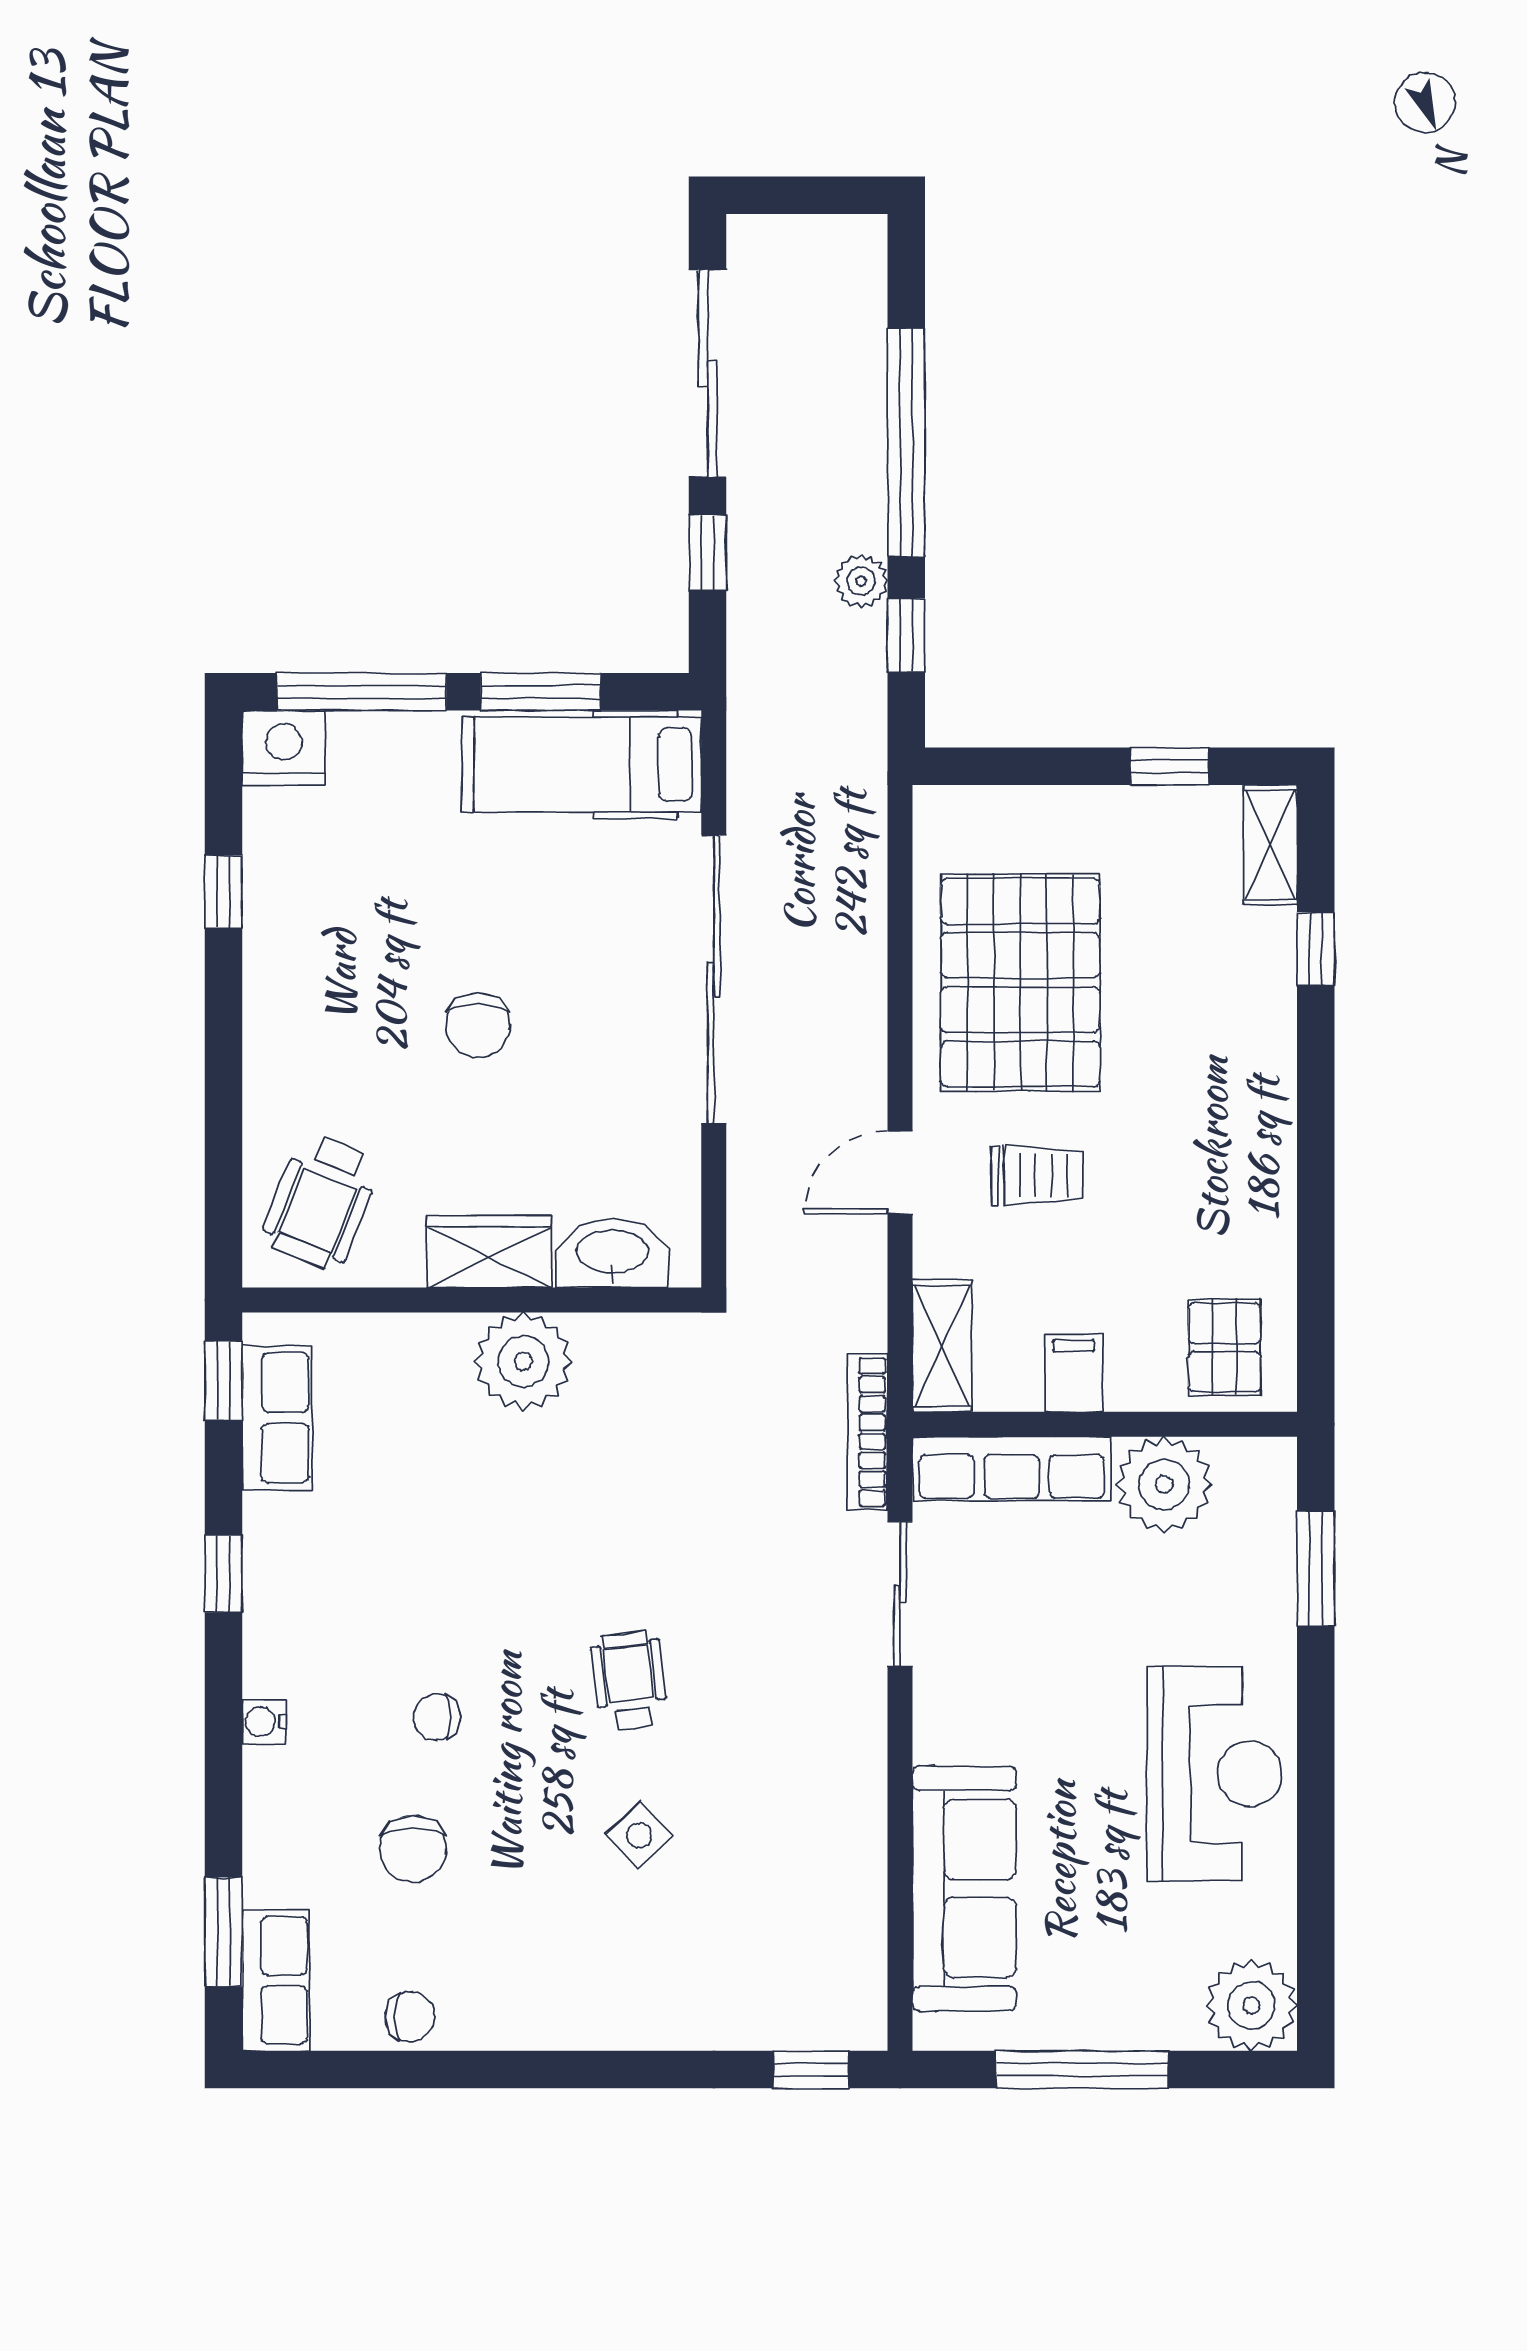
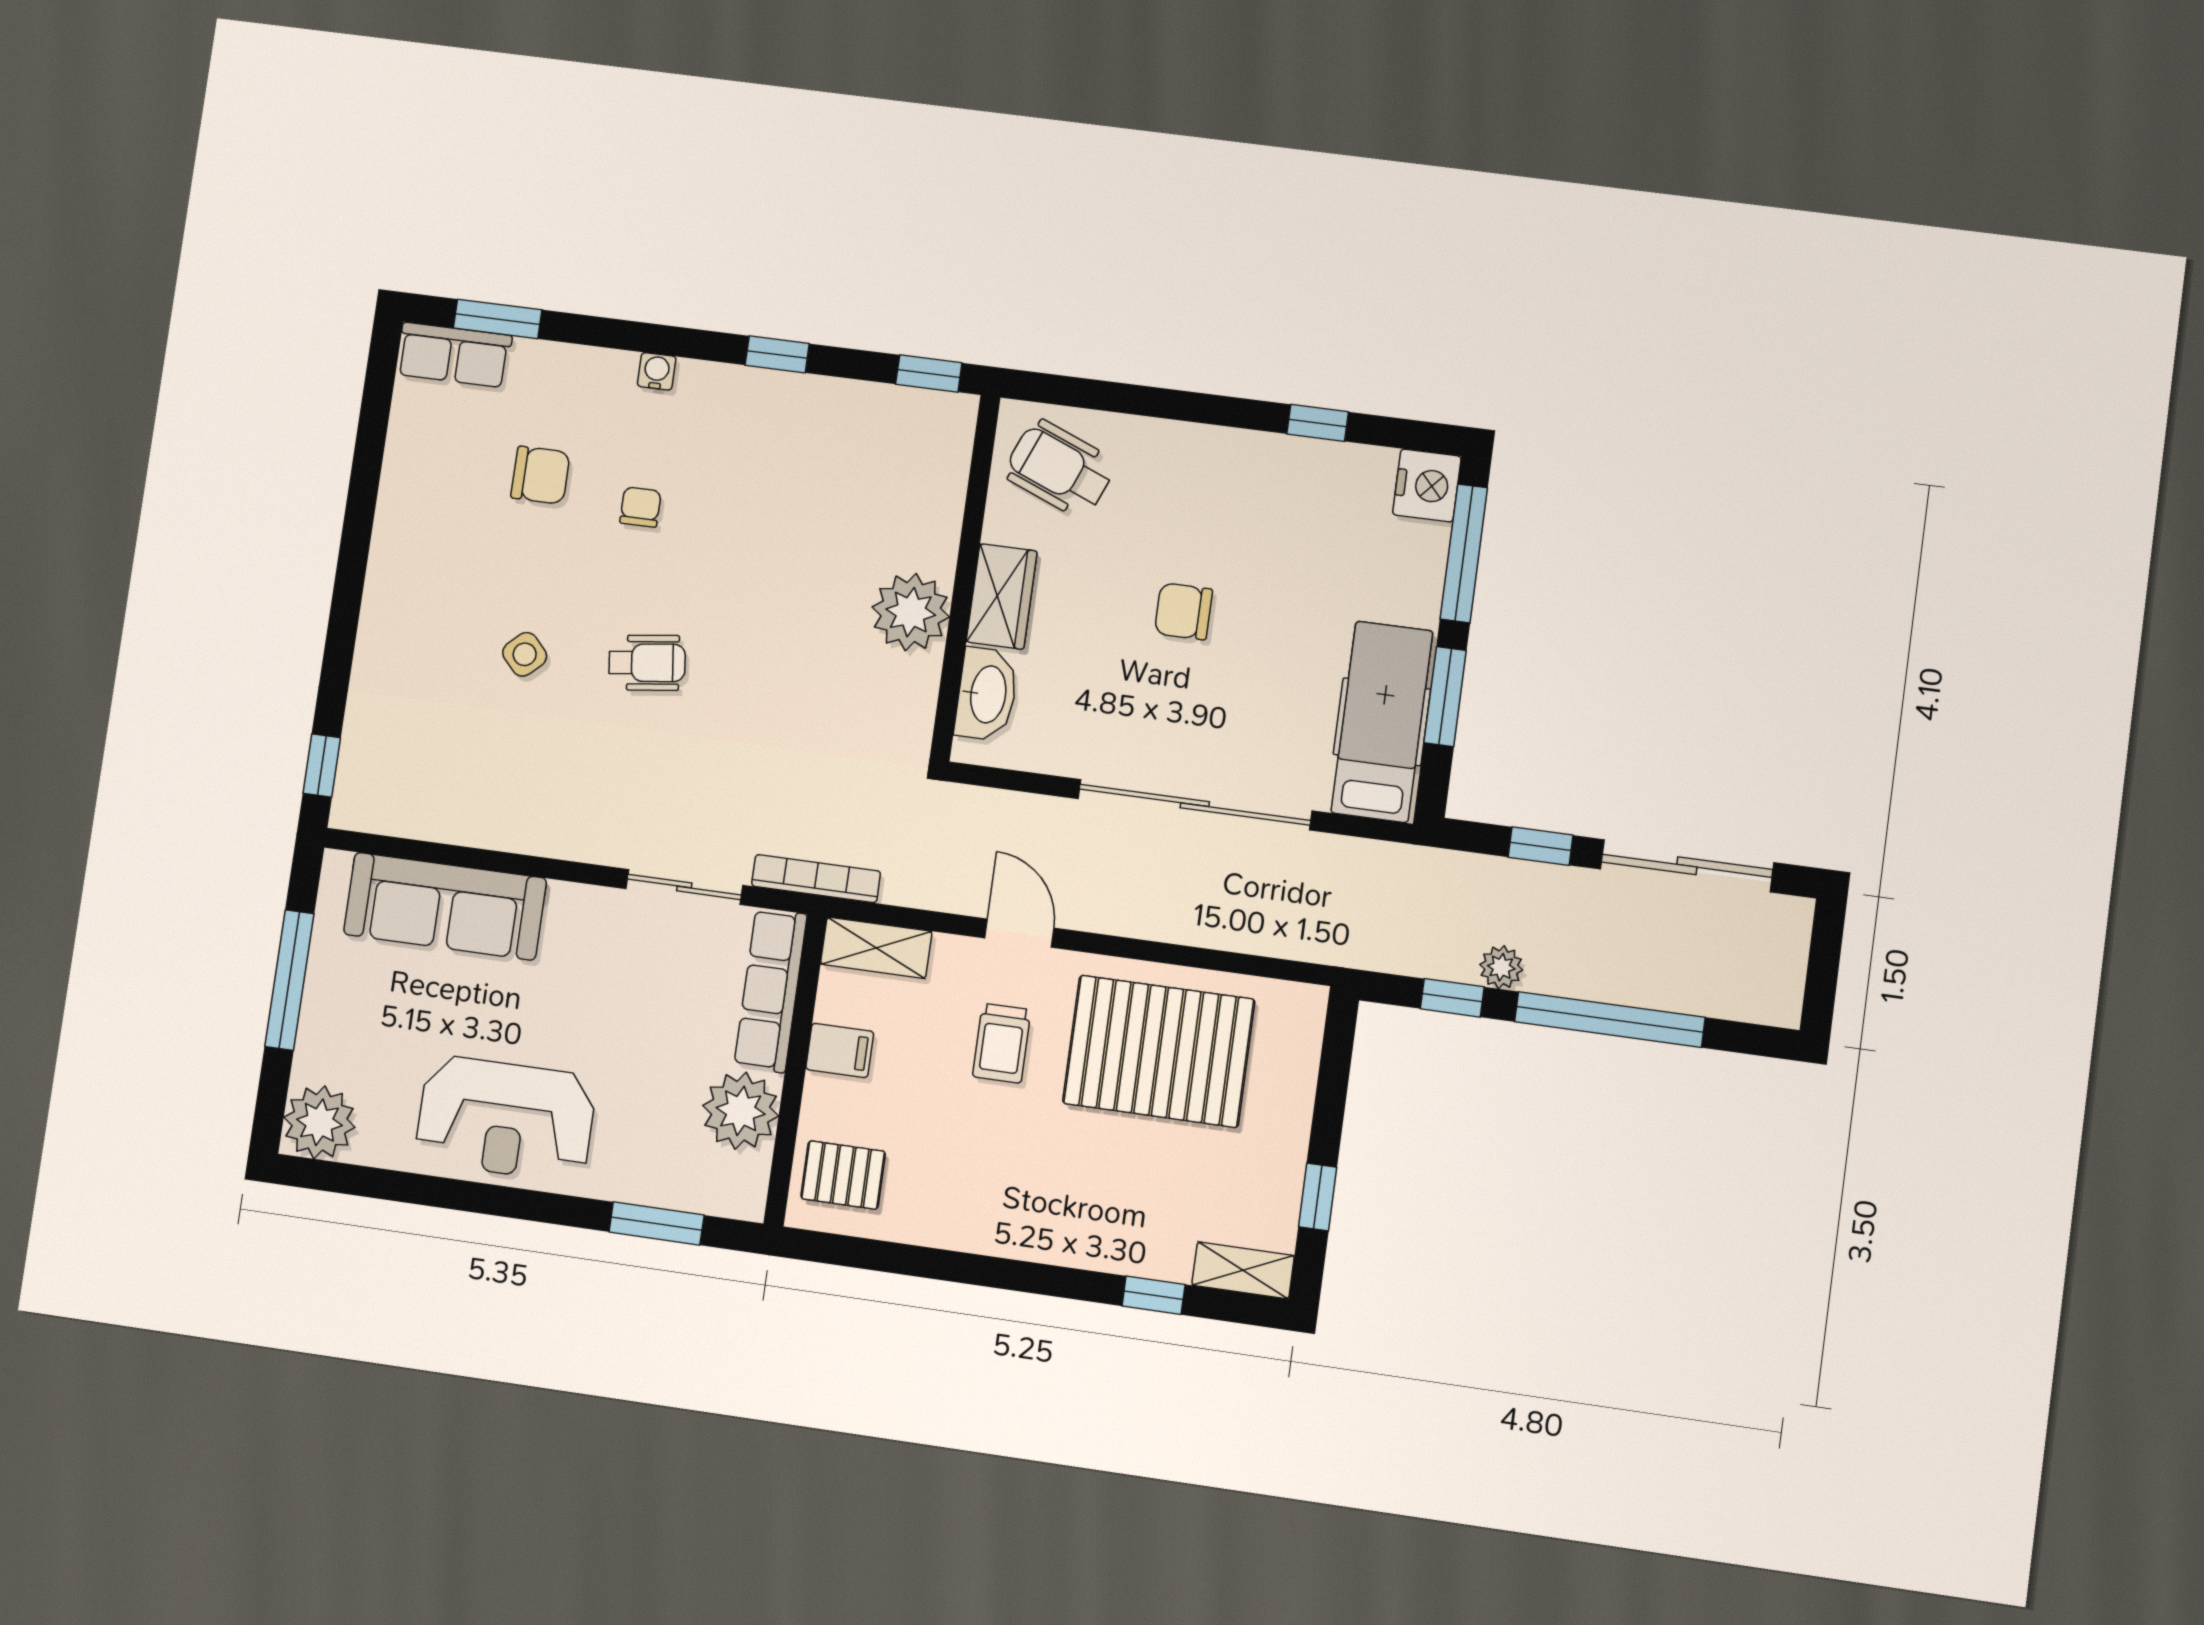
row of seats: (277, 1418) -> (894, 412), removed
chair: (413, 1849) -> (540, 475), turned 180
chair: (410, 2017) -> (410, 456), removed

